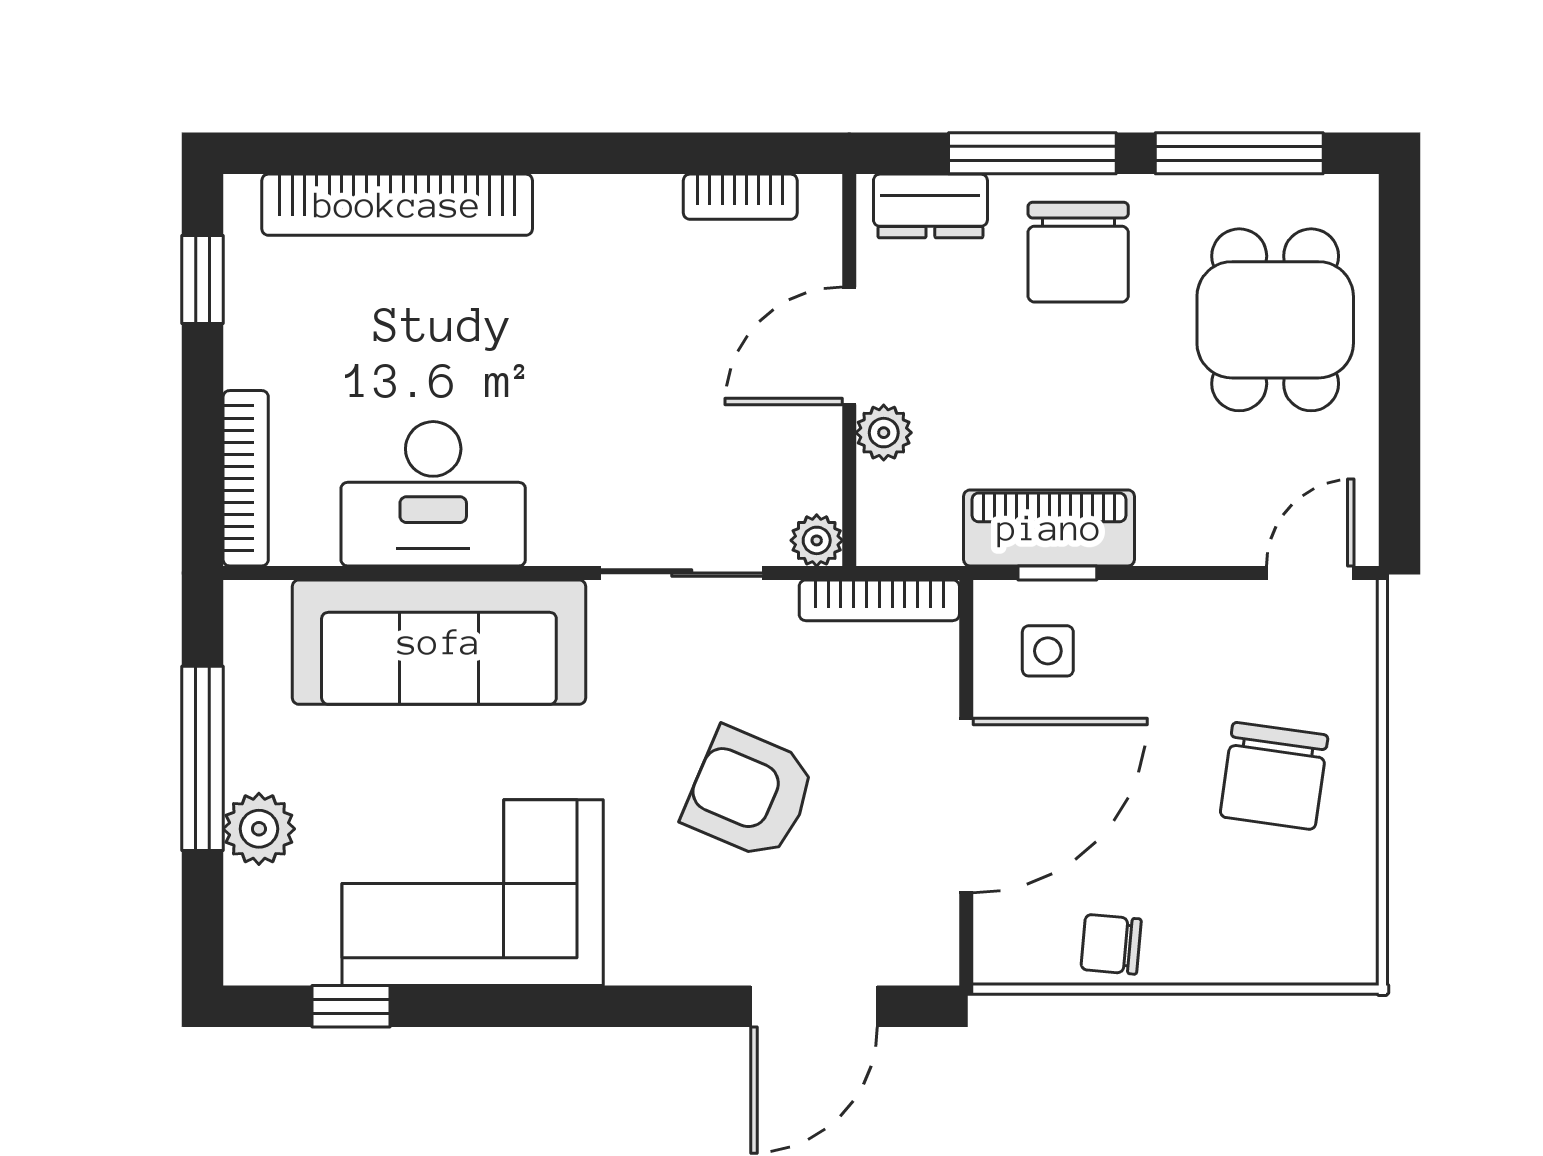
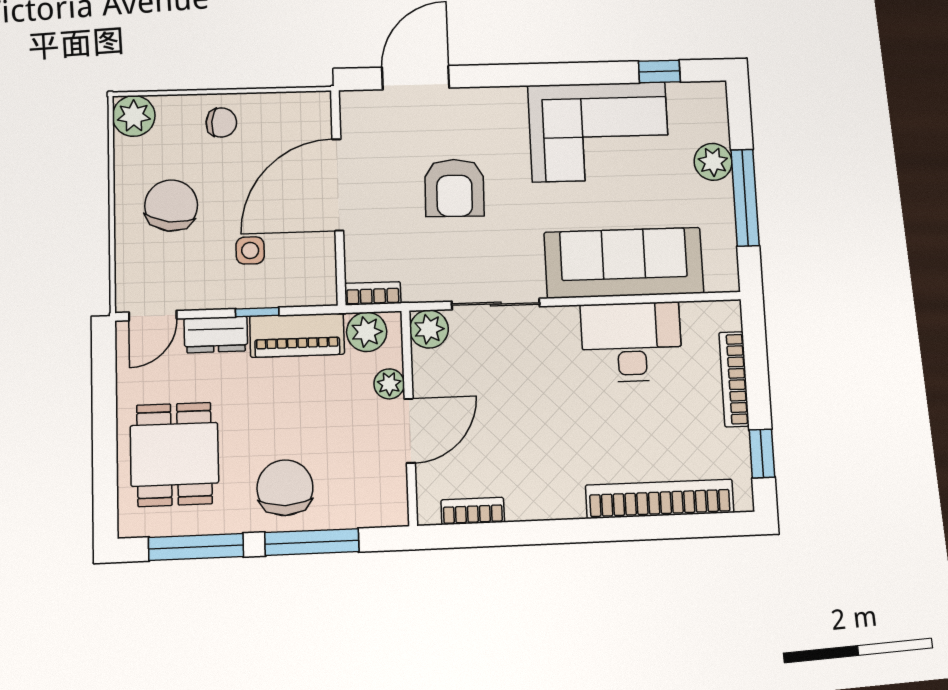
dresser: (930, 206) -> (216, 335), moved, turned 180
bookcase: (246, 478) -> (734, 379), moved
plant: (922, 530) -> (367, 332), added
plant: (817, 540) -> (429, 329), width x1.38, depth x1.38
window: (1057, 573) -> (257, 312), moved
bookcase: (879, 600) -> (373, 293), width x0.64
side table: (1048, 651) -> (250, 250), moved
armchair: (750, 793) -> (454, 188), turned 68
chair: (1111, 944) -> (221, 123), moved
plant: (1340, 947) -> (134, 116), added

